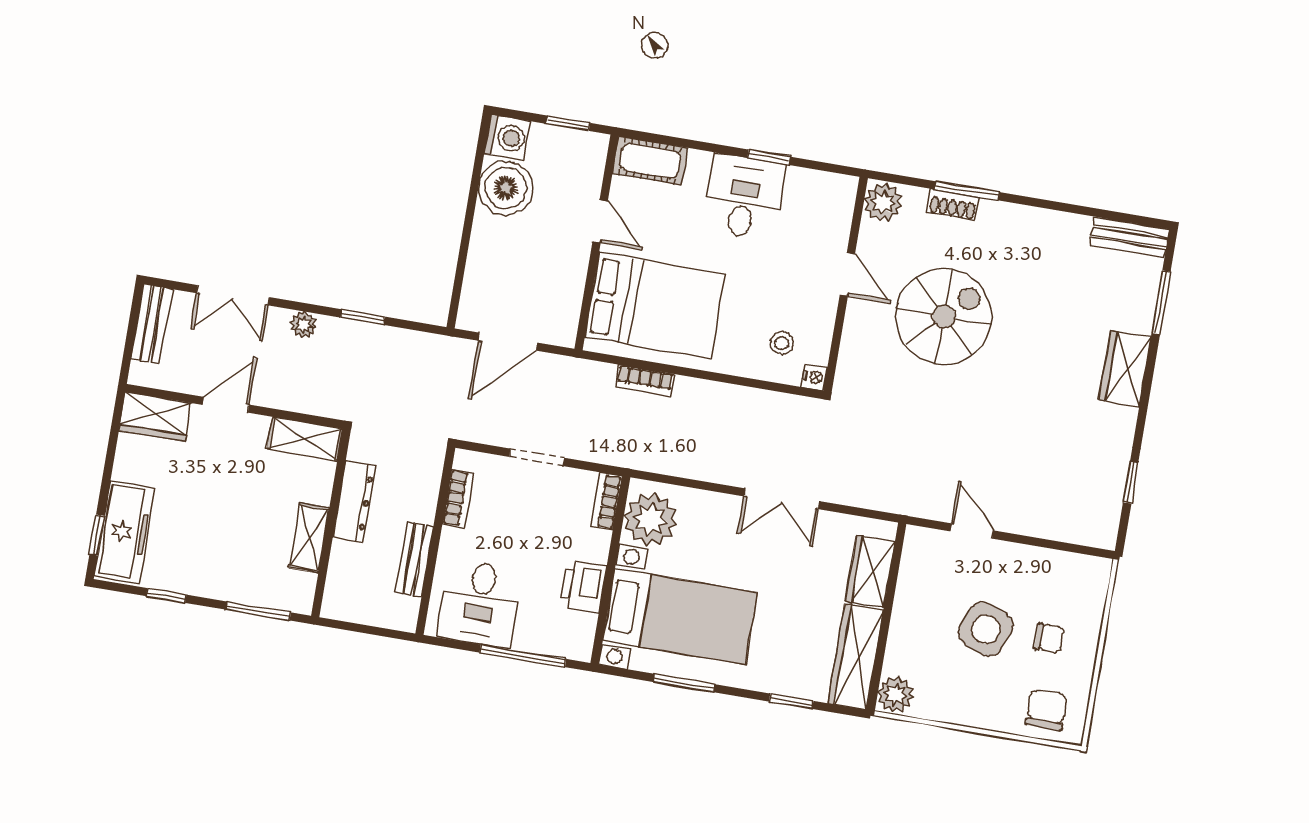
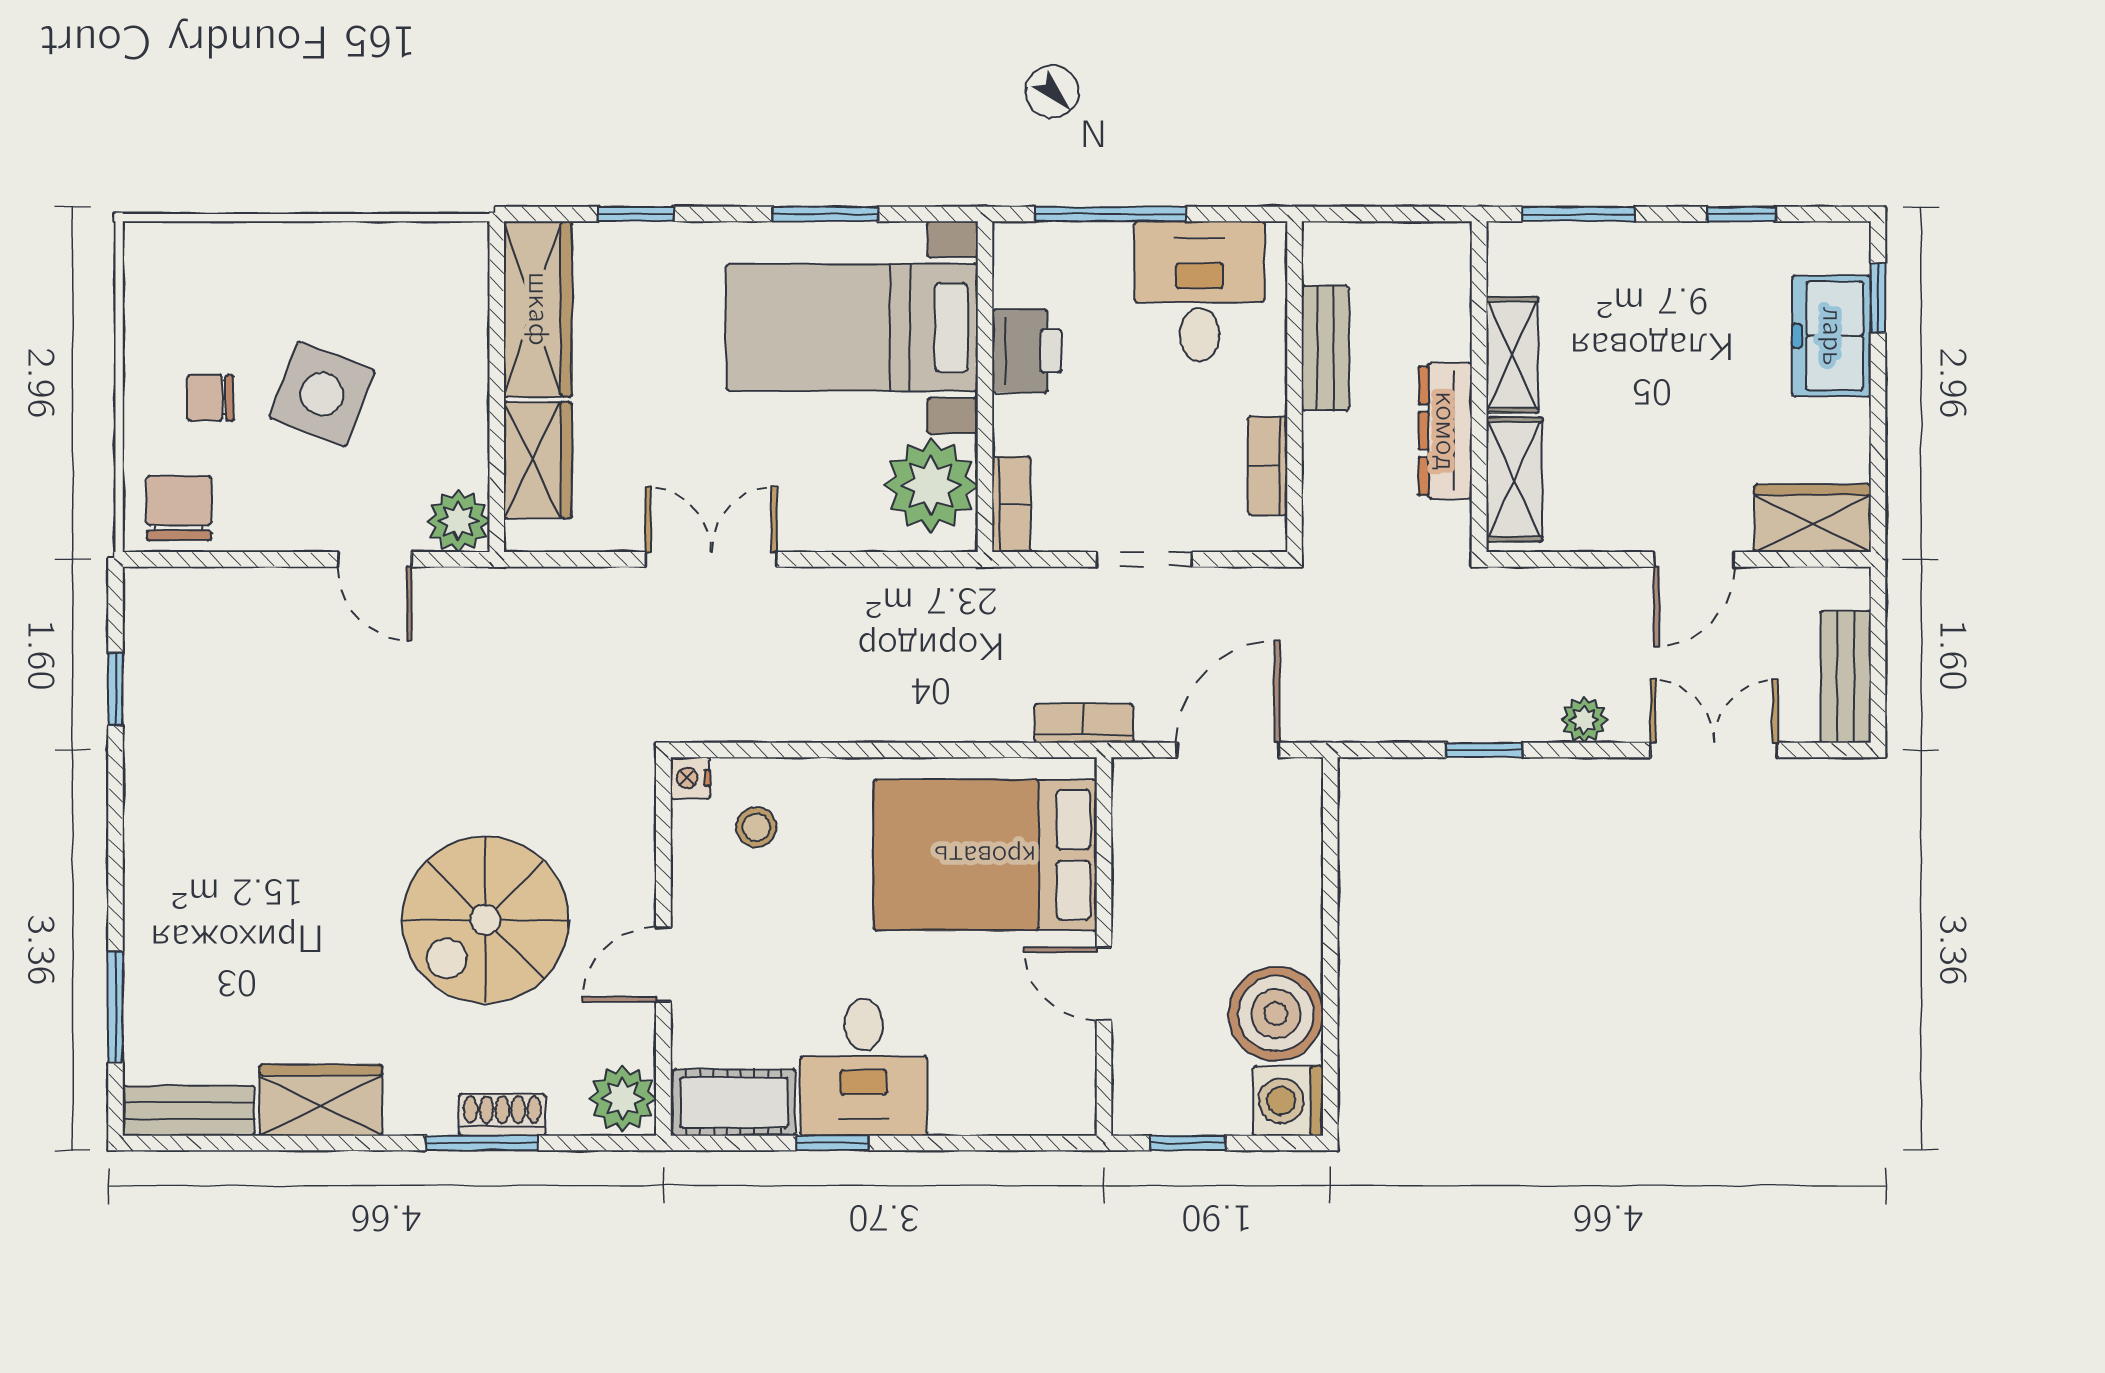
cot: (650, 161) -> (734, 1102), moved
door: (847, 274) -> (663, 965), hinge flipped
wardrobe: (1125, 369) -> (321, 1100), moved, turned -90
bookcase: (645, 380) -> (1084, 723), moved
shelving: (305, 439) -> (1514, 479), moved, turned 90
freezer: (125, 532) -> (1832, 336), width x0.71
plant: (896, 695) -> (458, 521), moved
chair: (1046, 710) -> (179, 508), moved, turned 180

